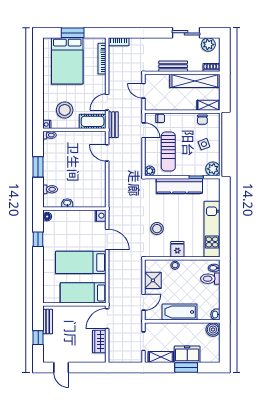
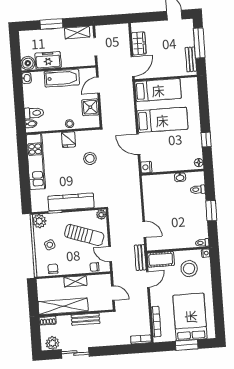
shelving: (208, 105) -> (75, 281), moved
sun lounger: (168, 152) -> (84, 235), turned 109
window: (38, 338) -> (199, 43), width x2.17
freezer: (187, 354) -> (48, 60), moved, turned 180

